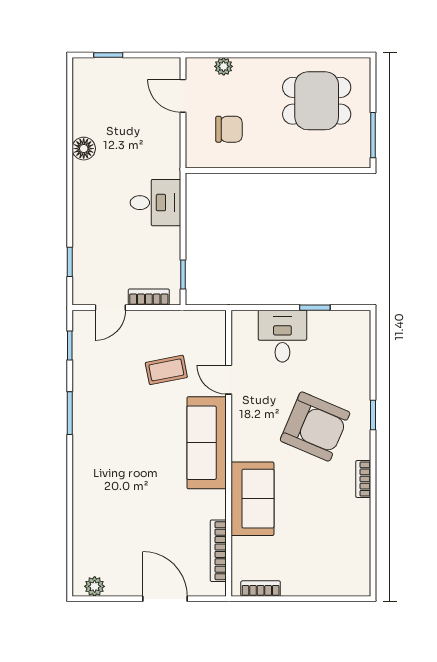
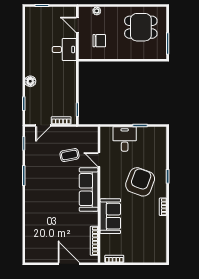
floor lamp: (84, 149) -> (30, 81), moved
desk: (155, 203) -> (64, 49), moved
armchair: (315, 427) -> (140, 182), turned -93
plant: (95, 586) -> (35, 258), removed

